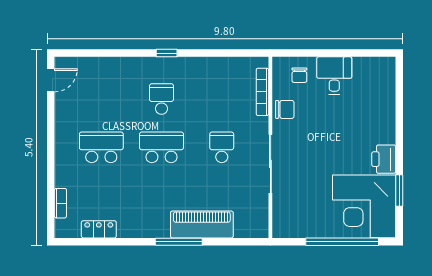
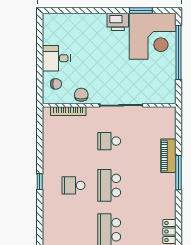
piano: (202, 224) -> (168, 156), width x0.73, depth x0.75

